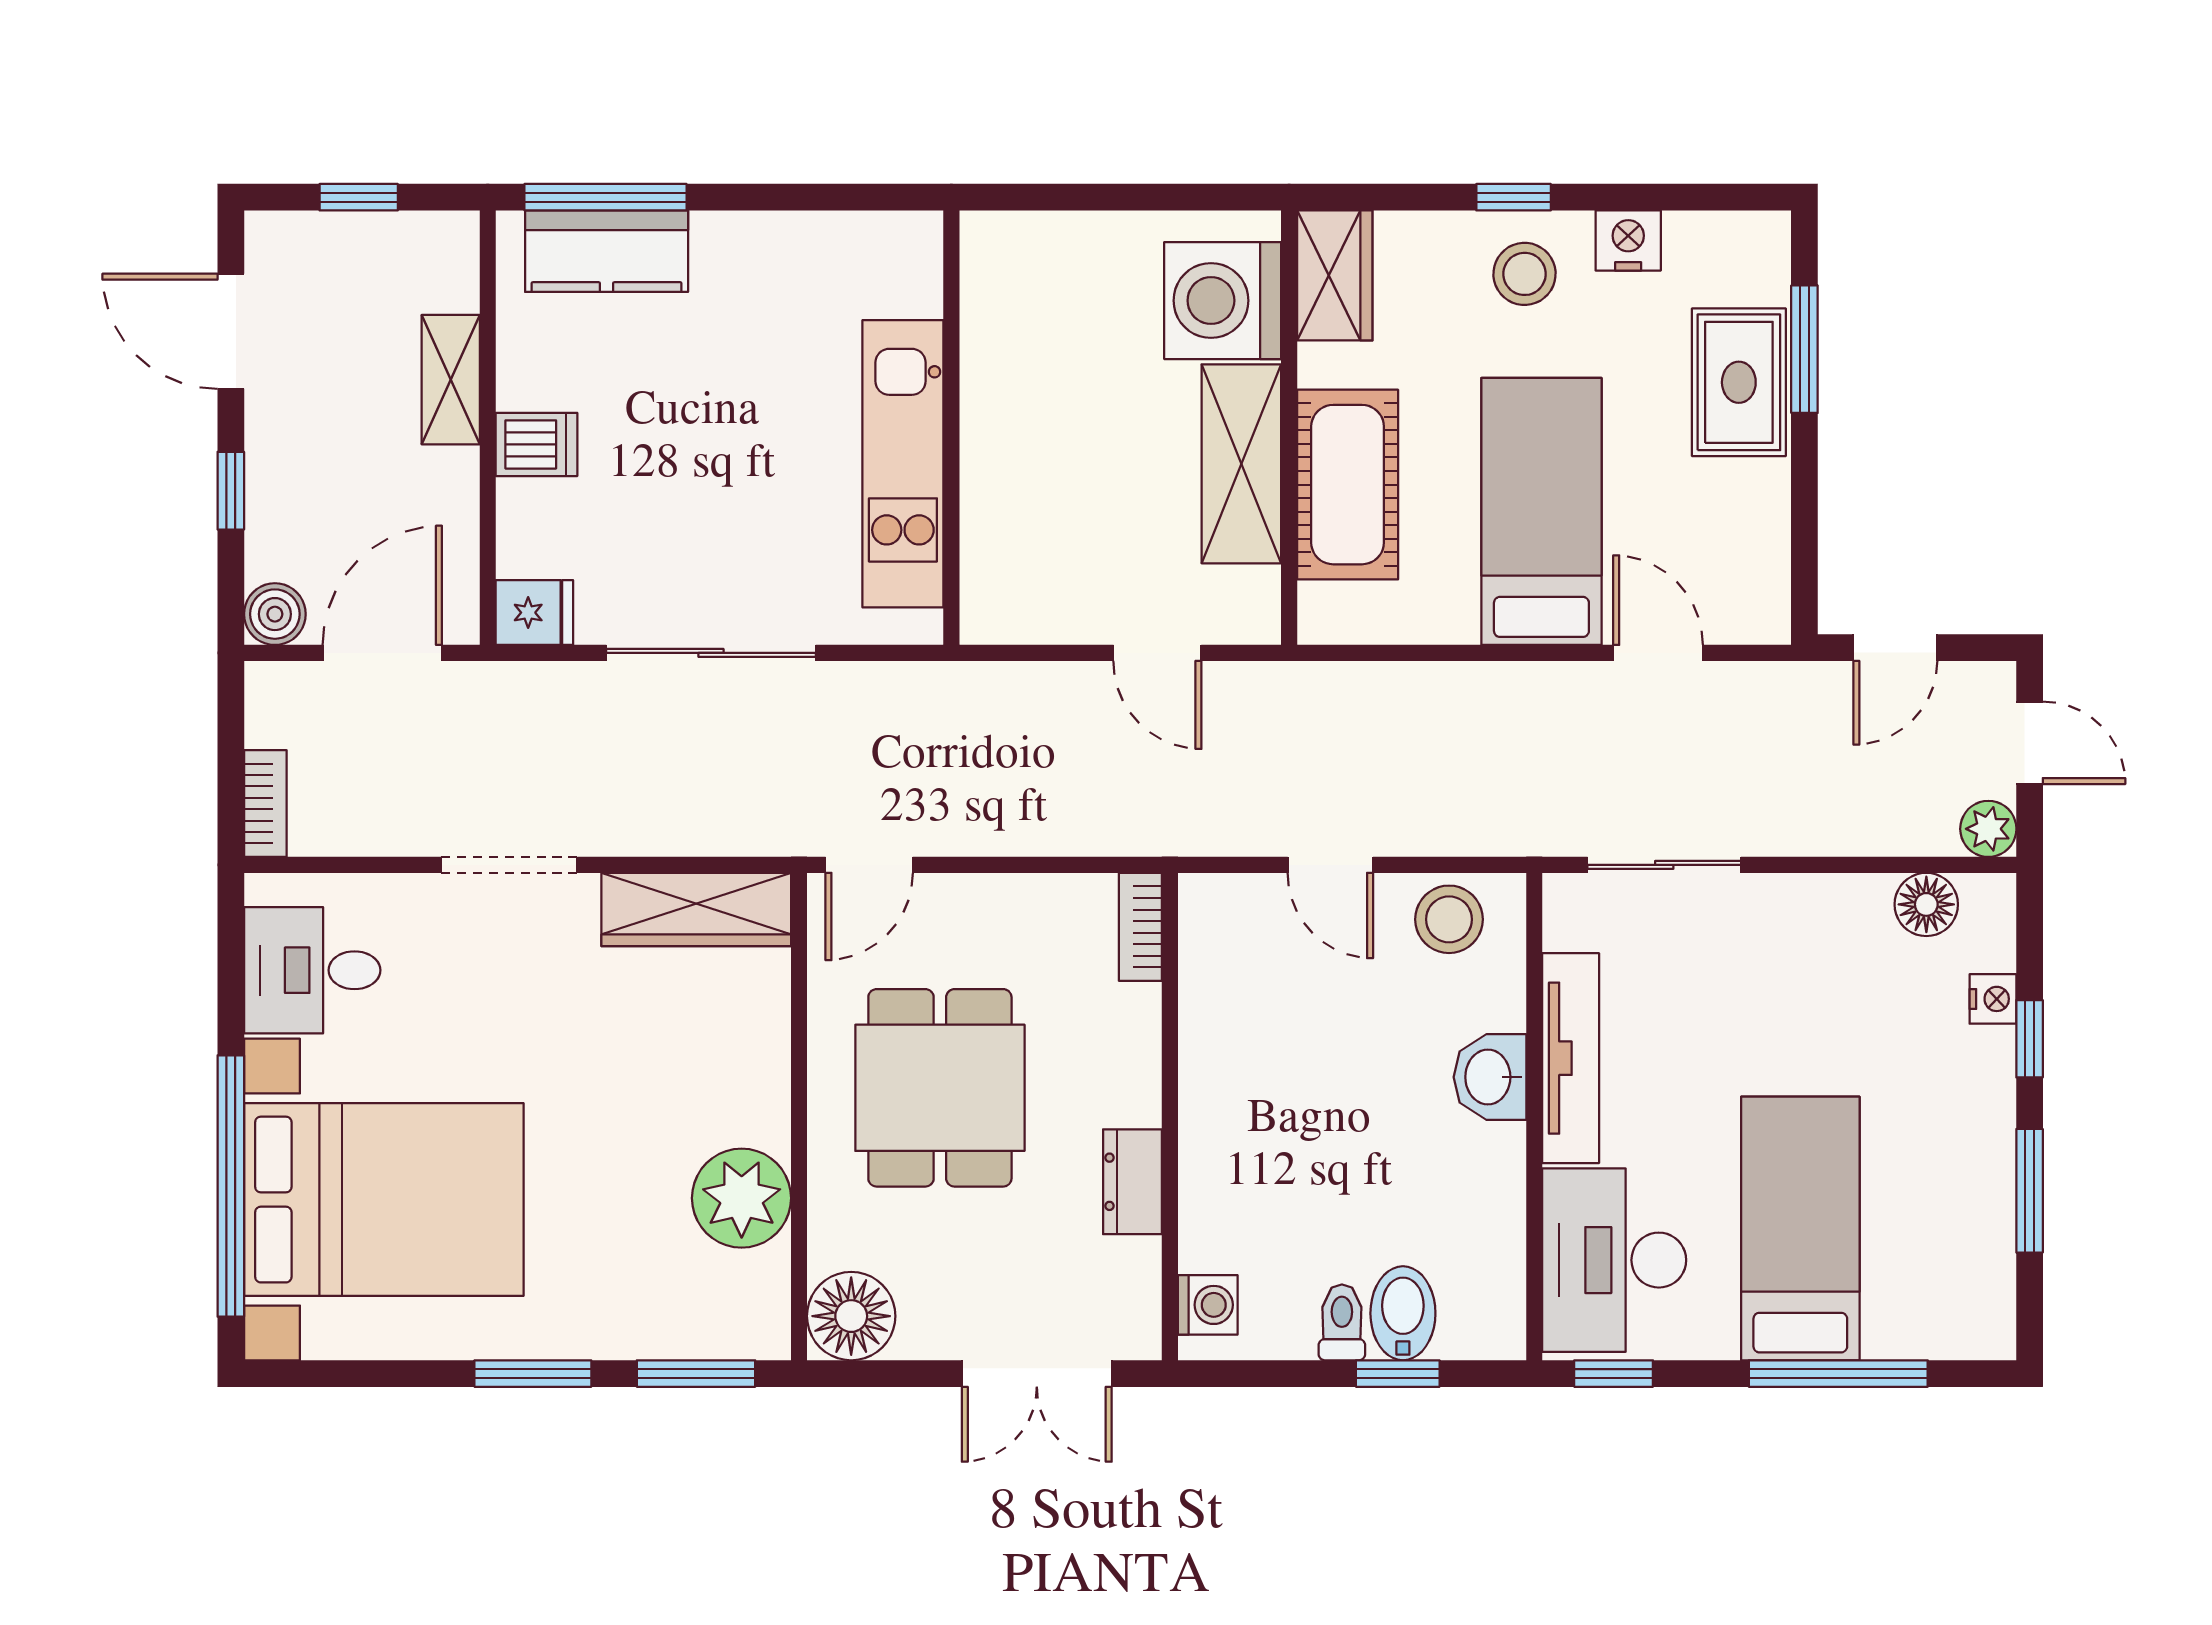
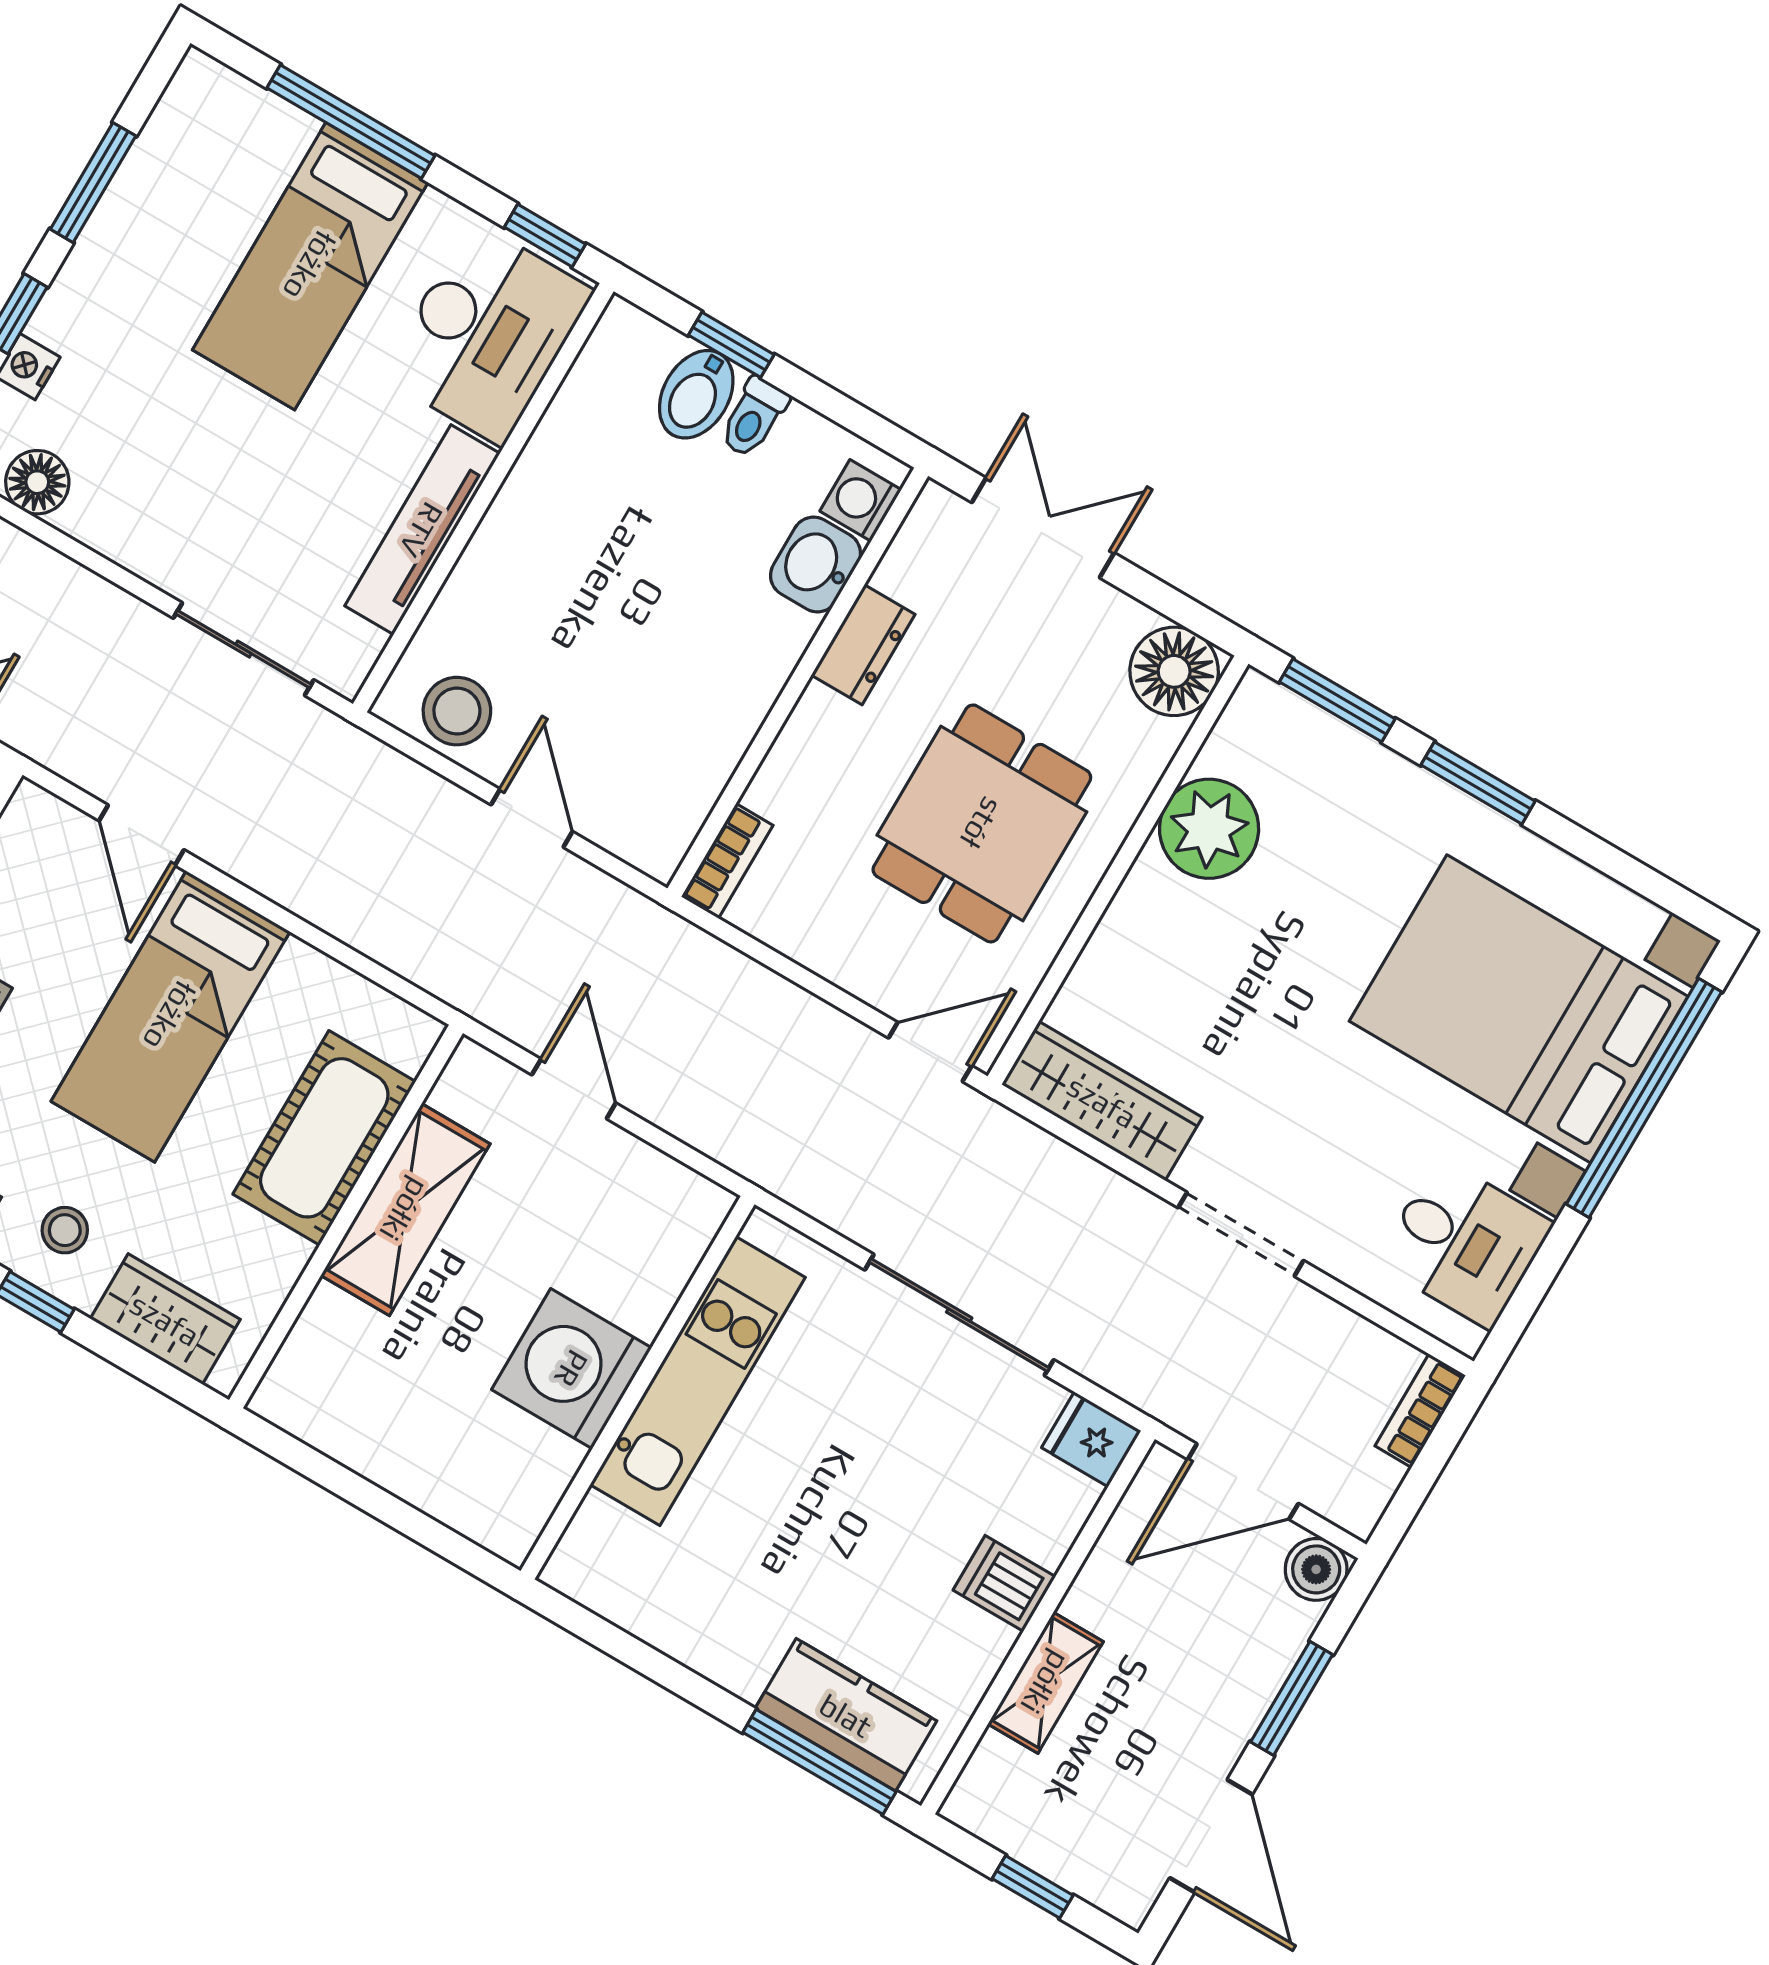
stool: (1525, 274) -> (65, 1230), width x0.73, depth x0.73
wardrobe: (1335, 275) -> (165, 1319), moved, turned 90
washing machine: (1223, 301) -> (572, 1369), moved, turned 180
window: (231, 491) -> (1292, 1698), width x1.50
washbasin: (1490, 1077) -> (816, 565), moved, turned 180

